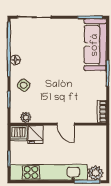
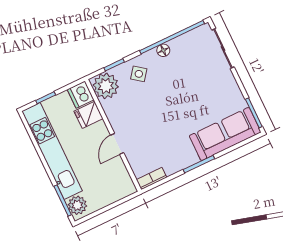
plant: (26, 117) -> (106, 86), width x1.88, depth x1.88

